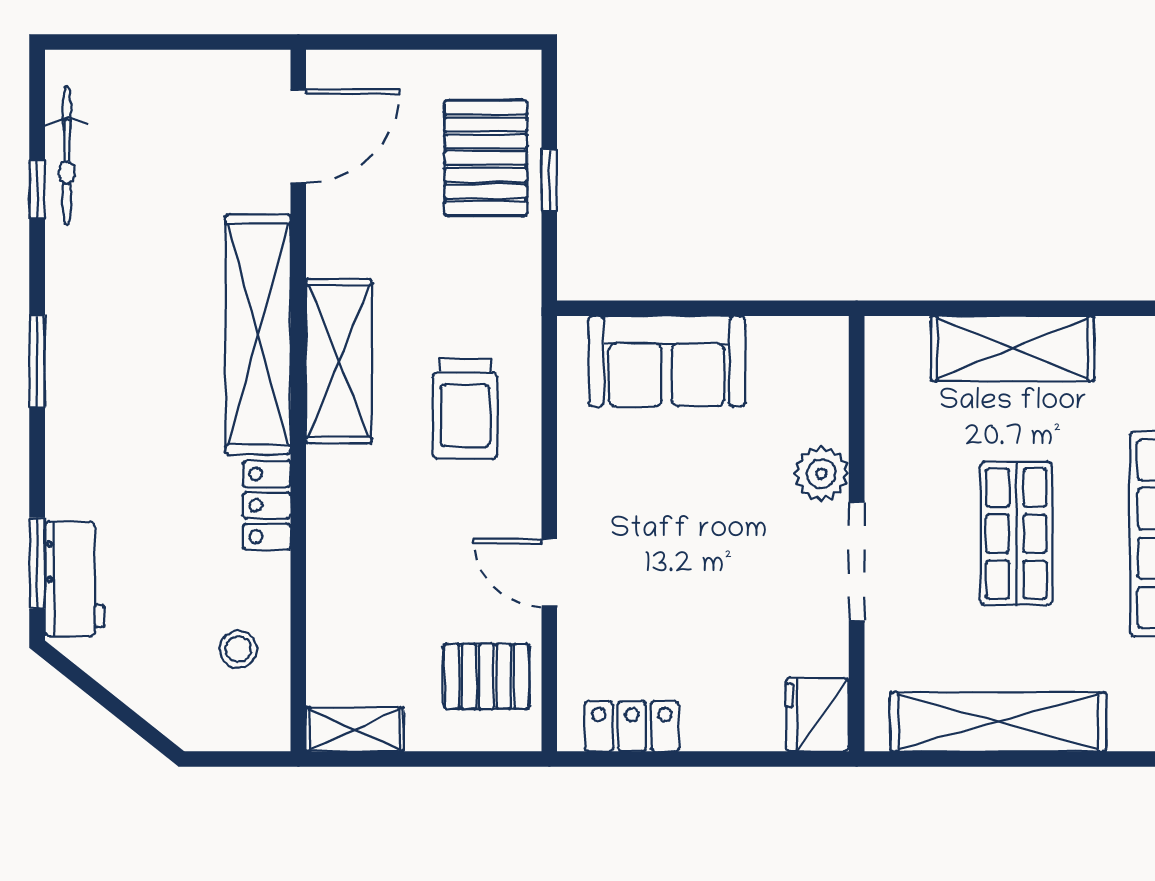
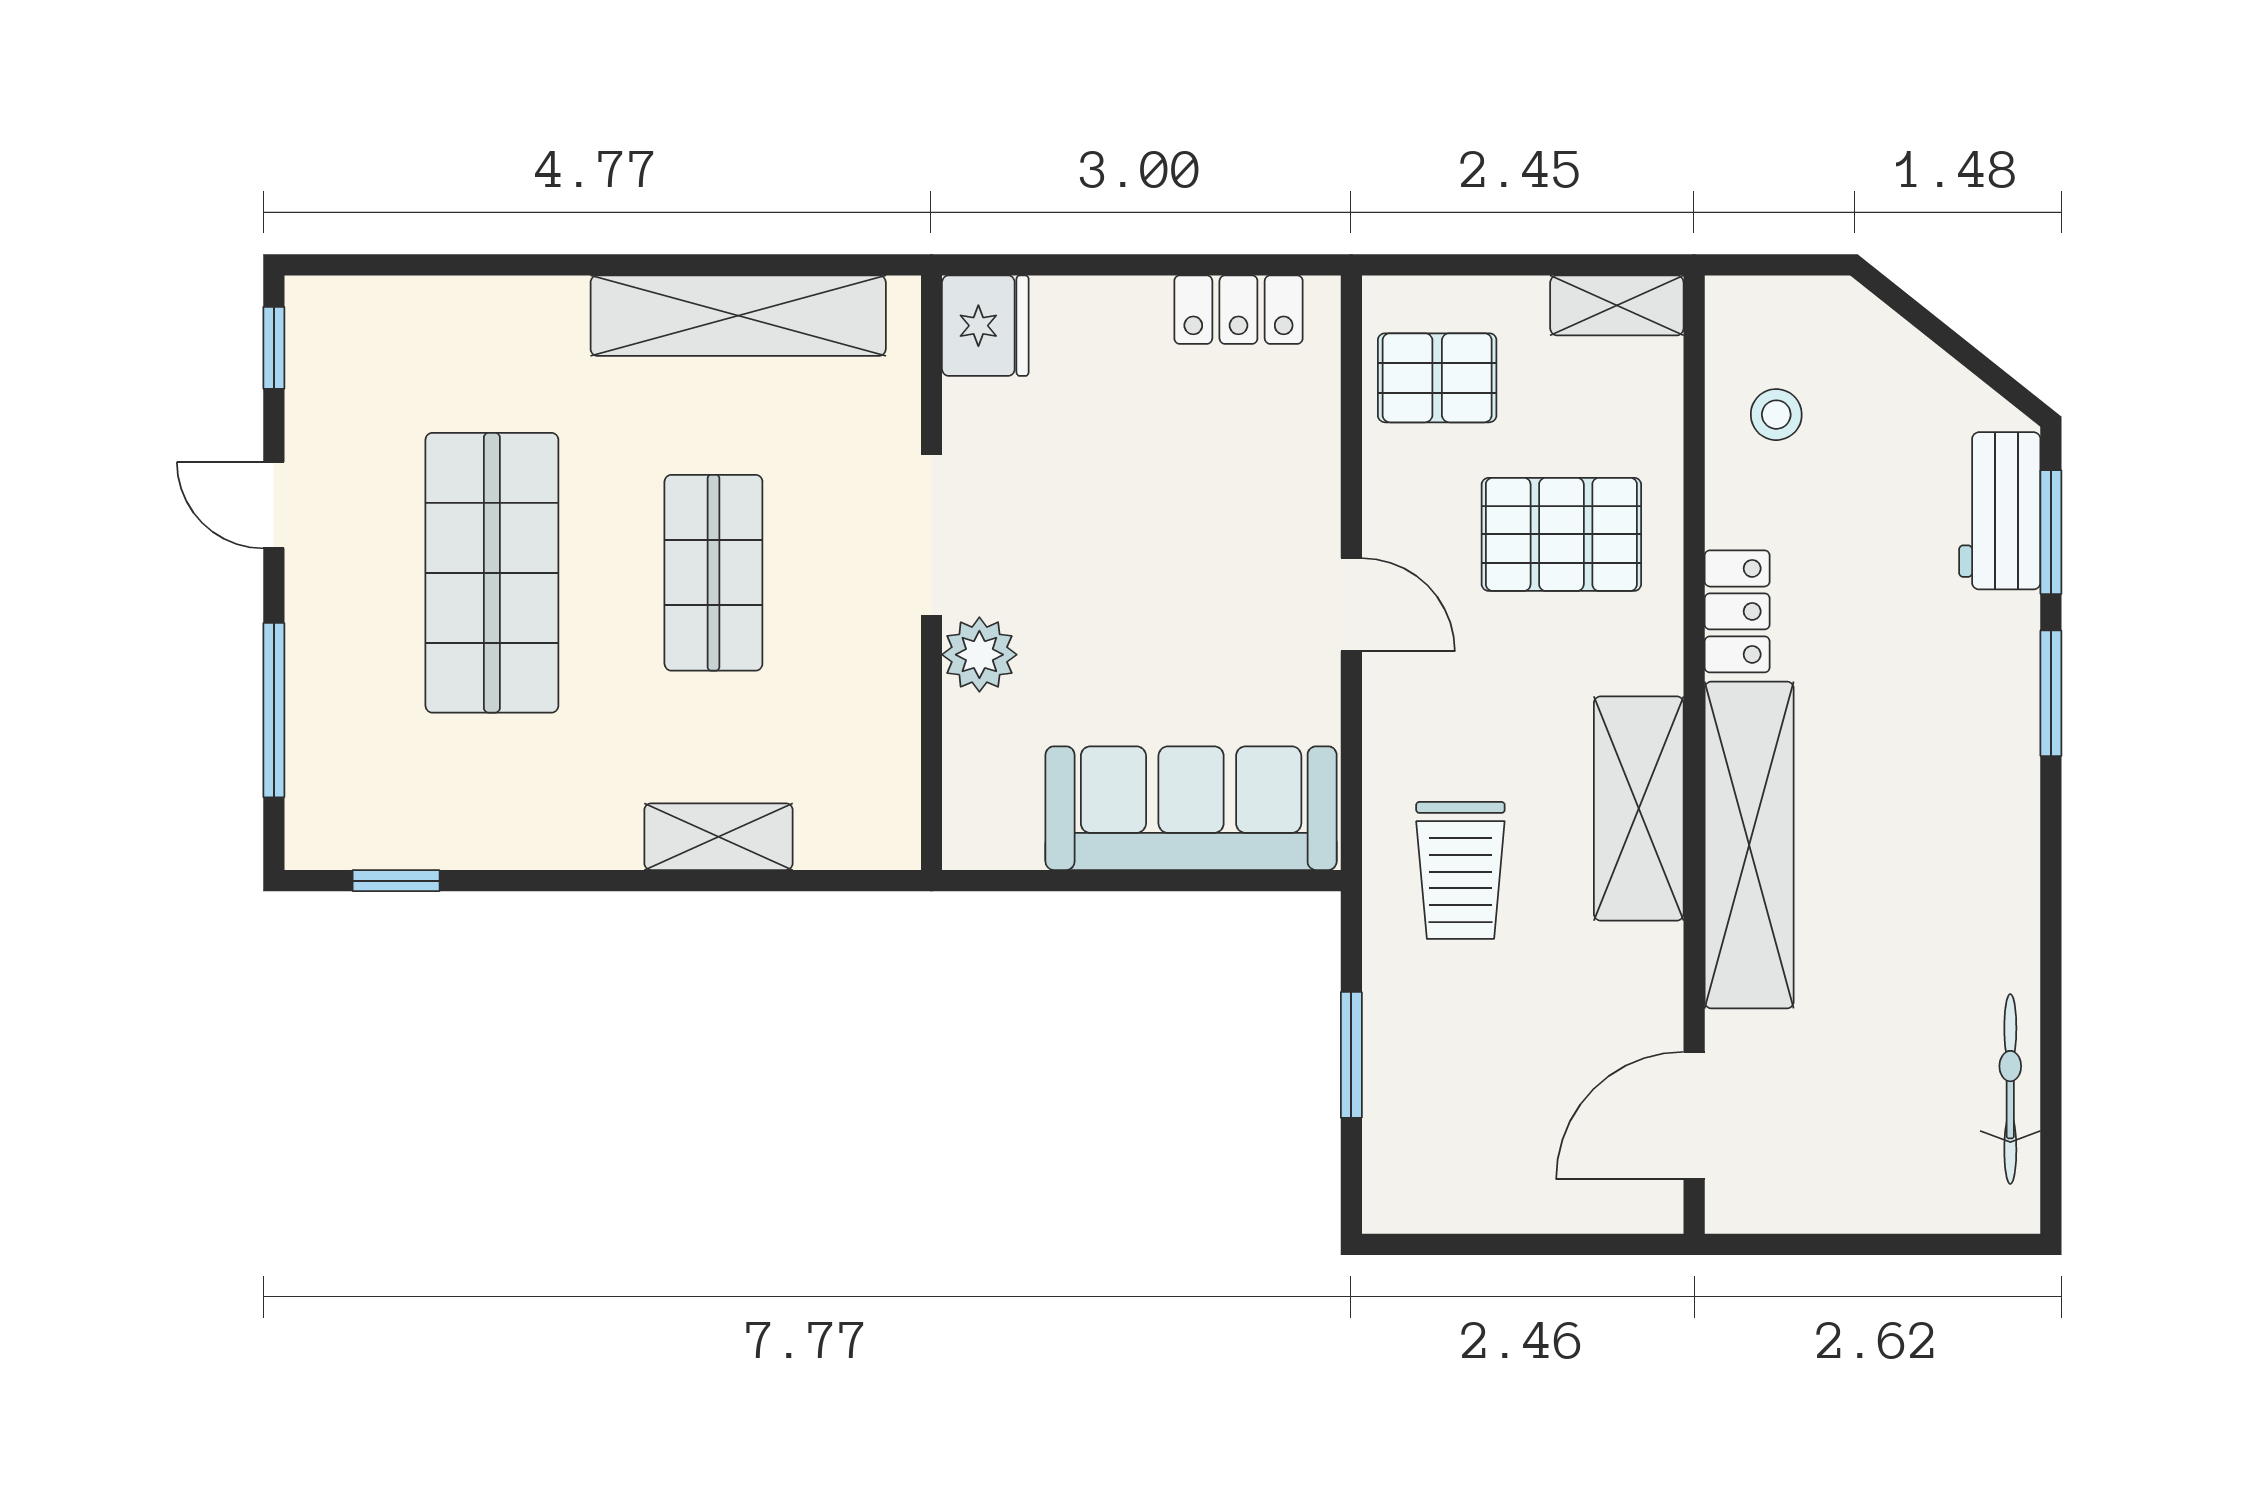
pallet: (486, 158) -> (1561, 534), moved, turned 90
window: (549, 181) -> (1351, 1055), width x1.50
window: (37, 189) -> (2051, 1043), removed
shelving: (1013, 349) -> (719, 837), width x0.67, depth x0.75
window: (37, 361) -> (2051, 693), moved
sofa: (667, 361) -> (1191, 808), width x1.36
trolley: (465, 409) -> (1460, 870), moved, turned 180
door: (549, 573) -> (1351, 605), moved

